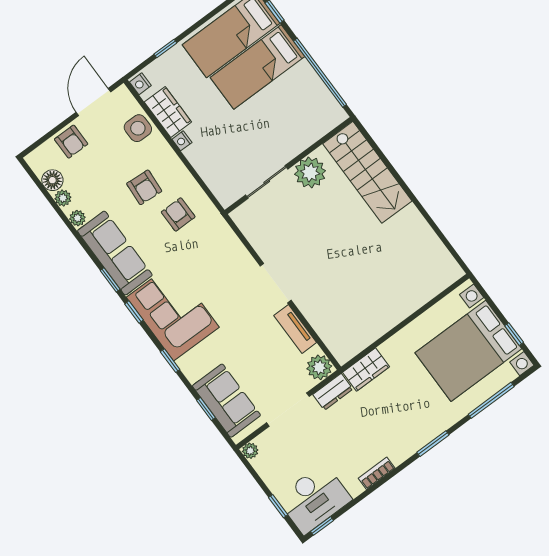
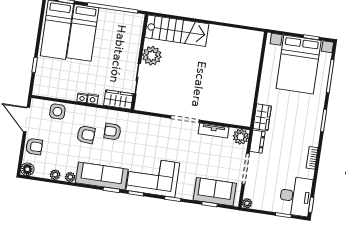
nightstand: (140, 84) -> (93, 99), moved
wardrobe: (168, 112) -> (118, 99), moved
floor lamp: (52, 180) -> (27, 169), moved

